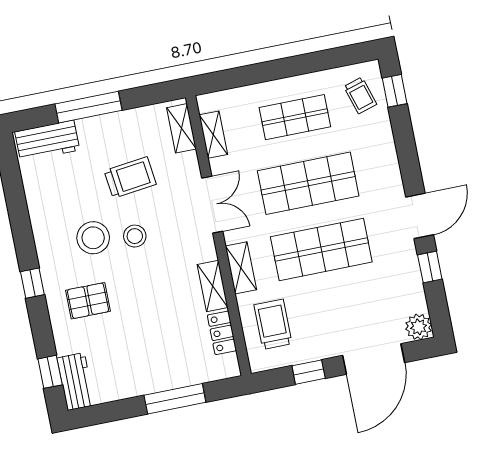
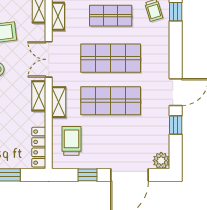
double door: (212, 205) -> (49, 59), swing flipped
shelving: (213, 286) -> (39, 96), moved
locker: (222, 333) -> (39, 147), width x1.53

